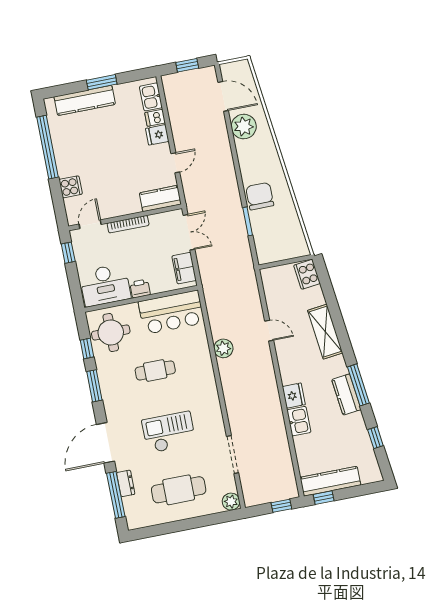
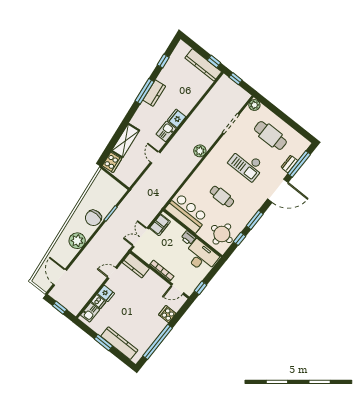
plant: (244, 127) -> (77, 241), moved
shelving: (325, 332) -> (125, 141), moved
plant: (223, 348) -> (200, 151), moved
kitchen sink: (299, 421) -> (166, 131), moved

